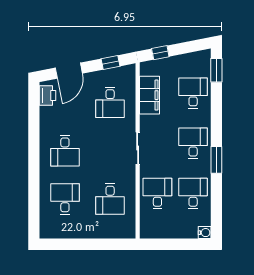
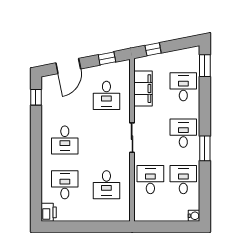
printer: (48, 95) -> (49, 212), moved
window: (34, 104) -> (36, 97), added

